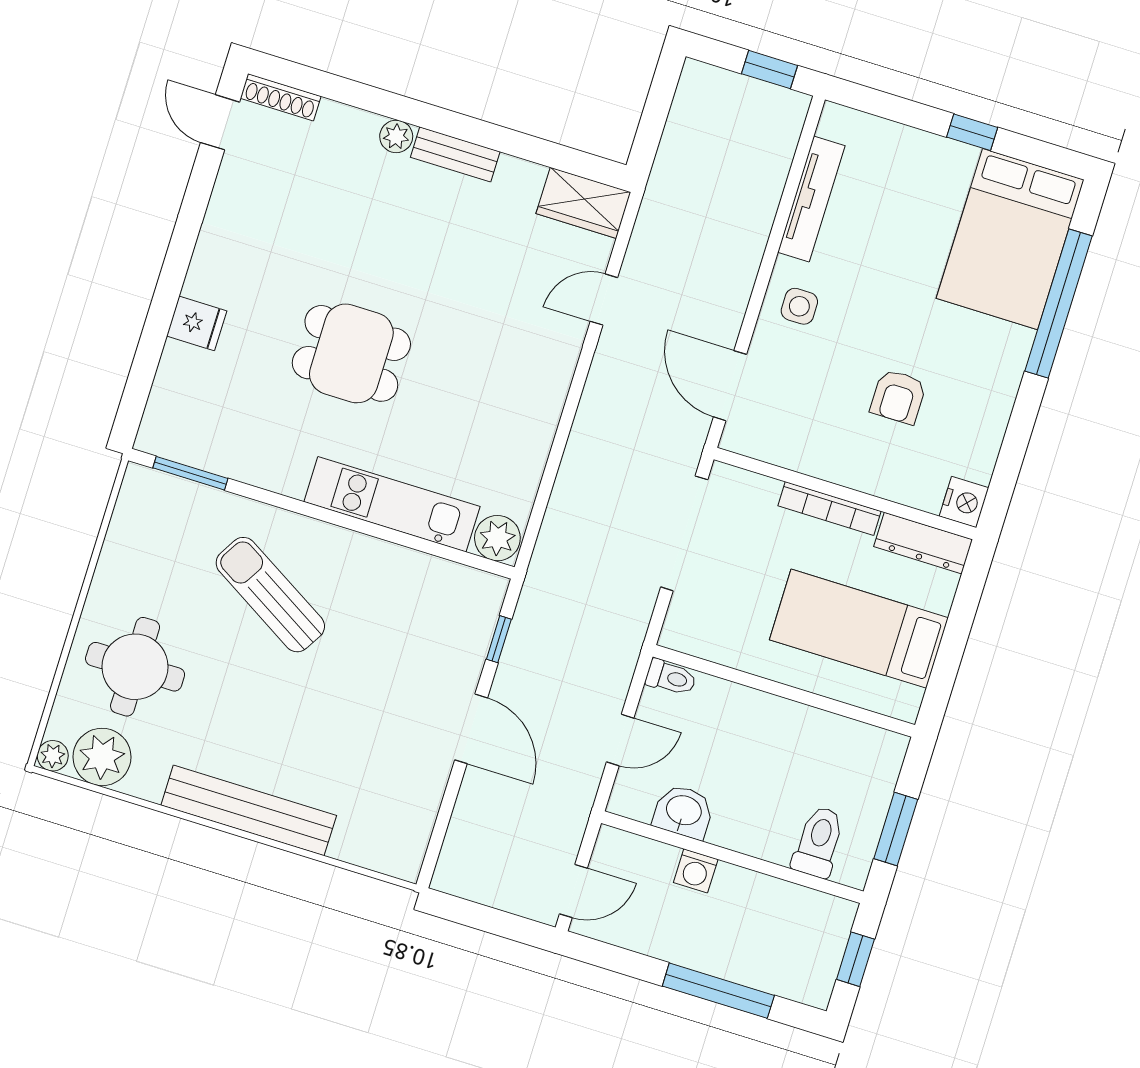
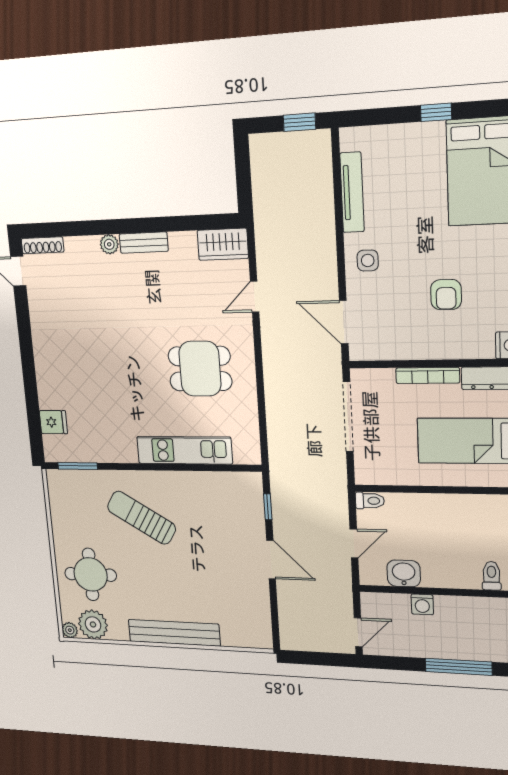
fridge: (197, 323) -> (53, 422), moved
dining table: (351, 353) -> (200, 369), moved
plant: (497, 538) -> (246, 451), removed
toilet: (818, 842) -> (491, 576), width x0.73, depth x0.72

